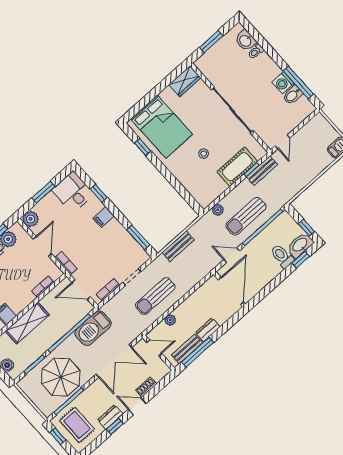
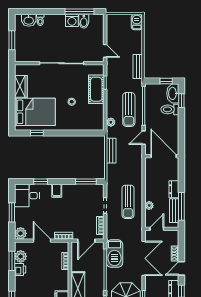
wardrobe: (185, 81) -> (21, 86), moved
bench: (262, 171) -> (138, 67), moved
bench: (178, 246) -> (111, 151), moved

